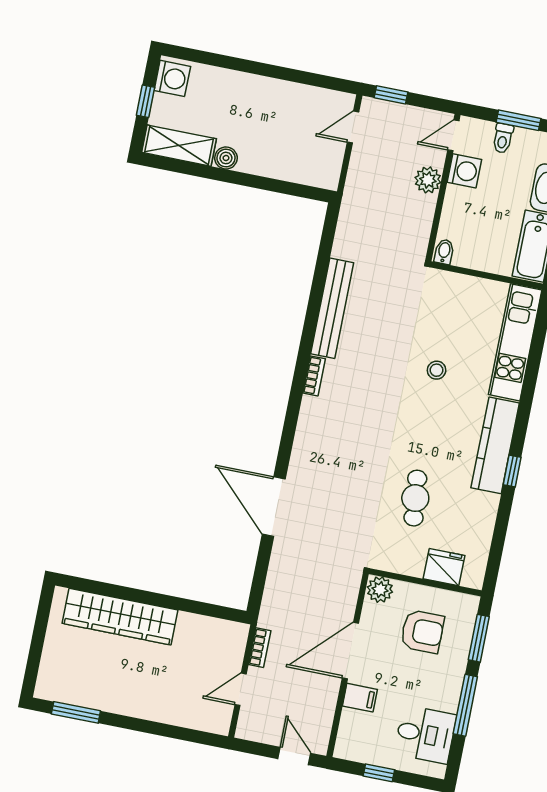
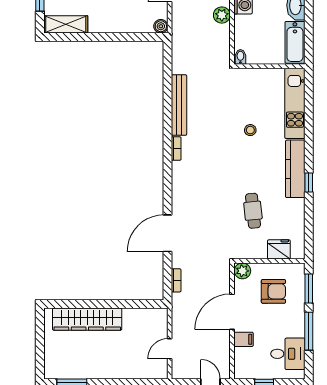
boiler: (226, 158) -> (161, 26), moved
door: (274, 507) -> (168, 233), hinge flipped
bookcase: (260, 648) -> (176, 280), moved

